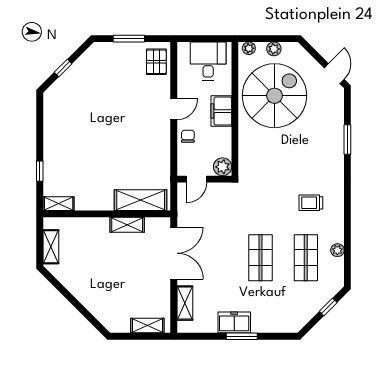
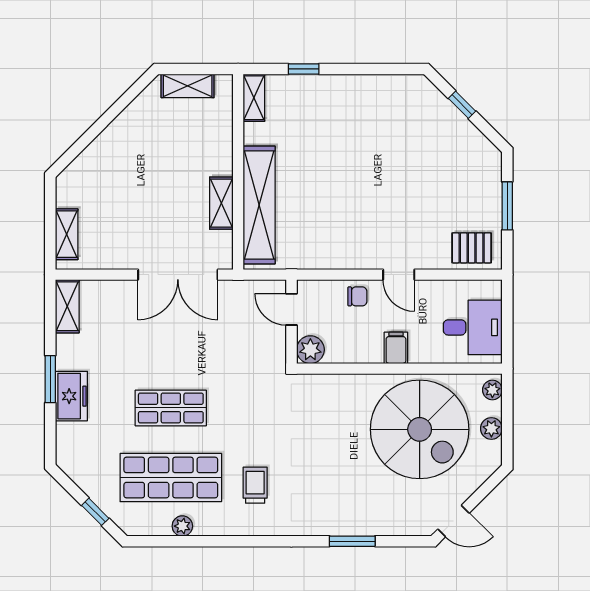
filing cabinet: (221, 111) -> (396, 348), width x0.50
shelving: (141, 200) -> (259, 205), width x1.47
shop shelf: (306, 258) -> (171, 478), width x1.43, depth x1.36
shelving: (185, 303) -> (67, 306), moved, turned 90
freezer: (234, 322) -> (71, 396), moved

